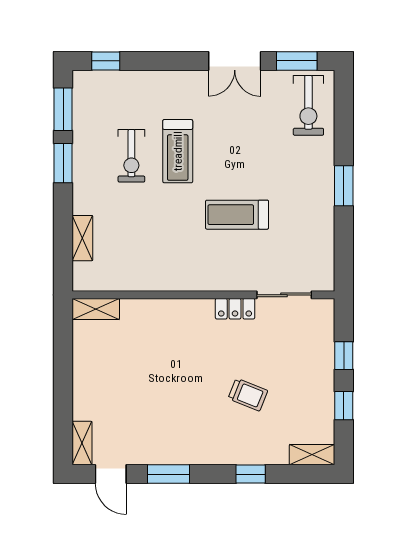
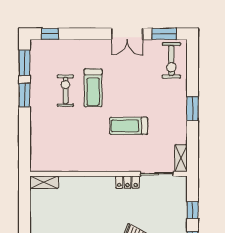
exercise bike: (131, 156) -> (65, 91), turned 180
shelving: (82, 238) -> (181, 158), moved

